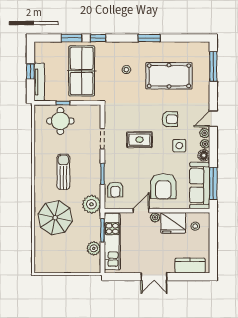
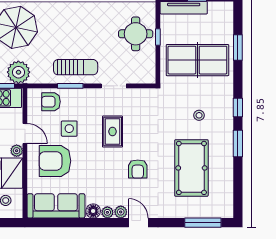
window: (98, 38) -> (238, 108), moved
side table: (179, 146) -> (69, 129), moved
sun lounger: (63, 172) -> (76, 67), moved
window: (213, 184) -> (58, 223), removed
plant: (91, 204) -> (18, 72), moved

